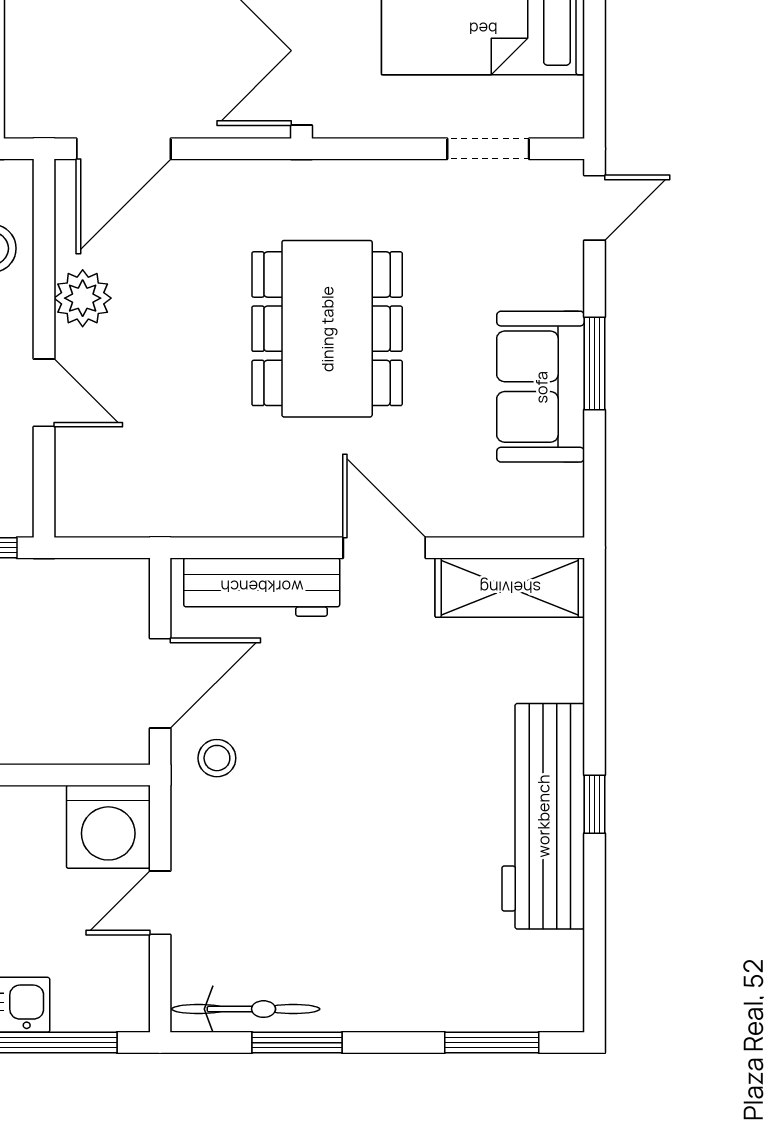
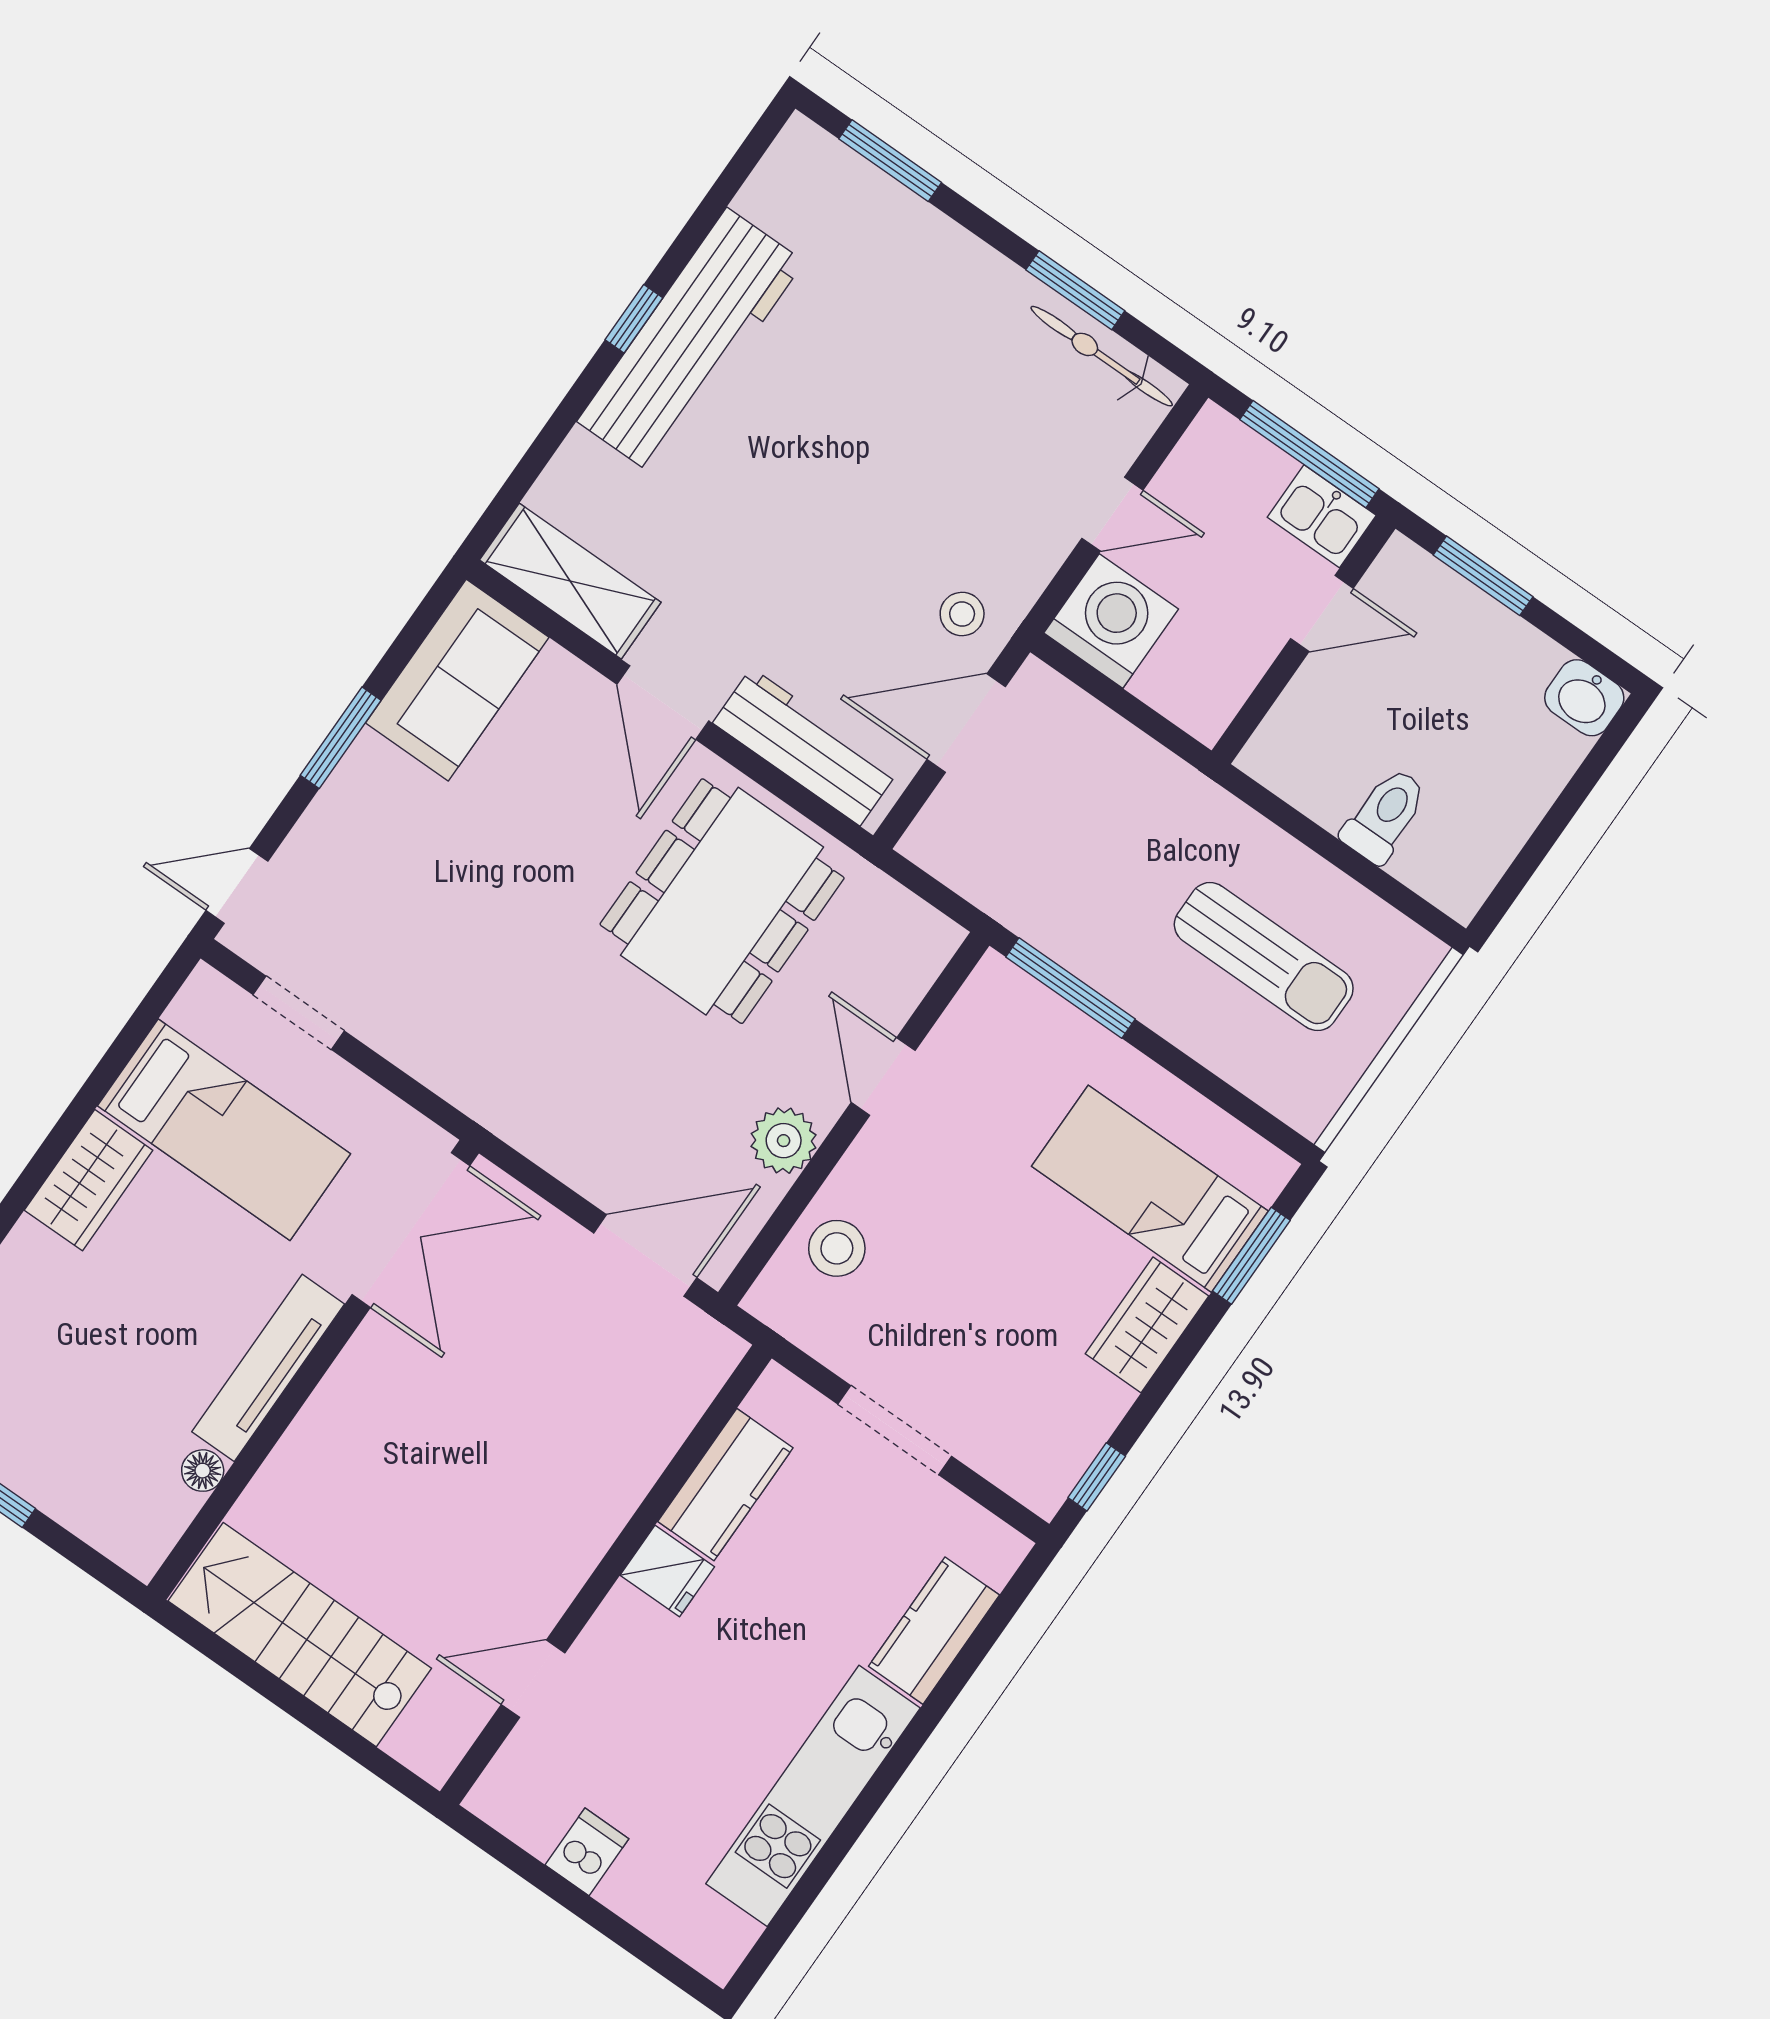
dining table: (327, 329) -> (722, 901), moved
sofa: (541, 387) -> (457, 680), moved

